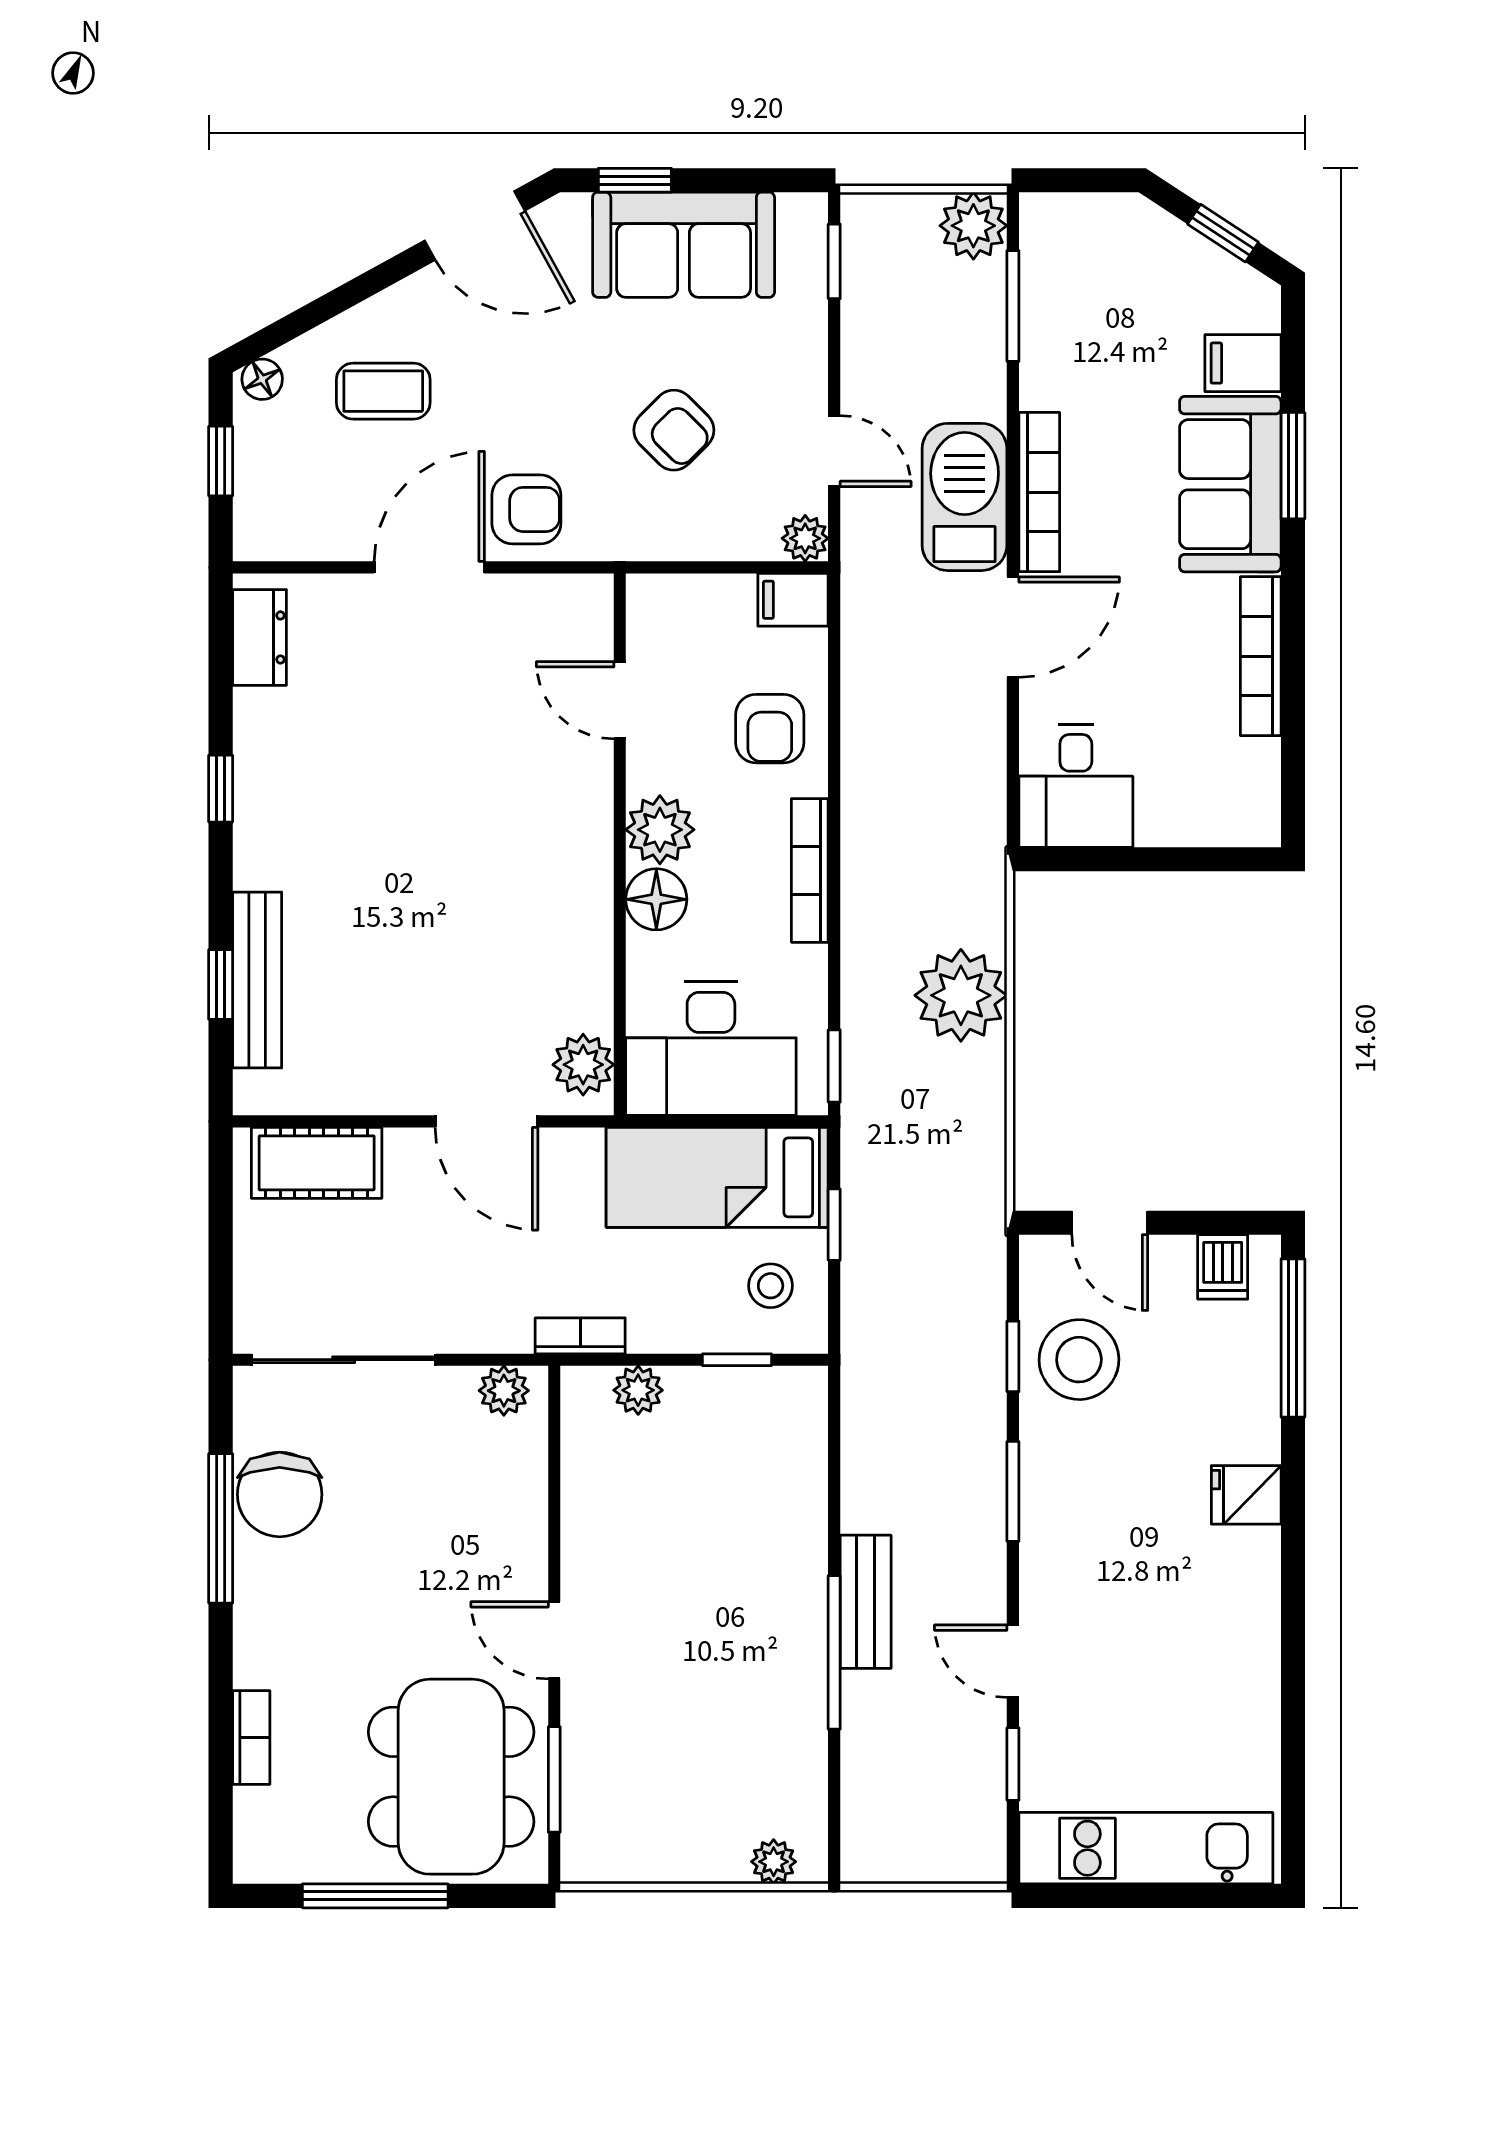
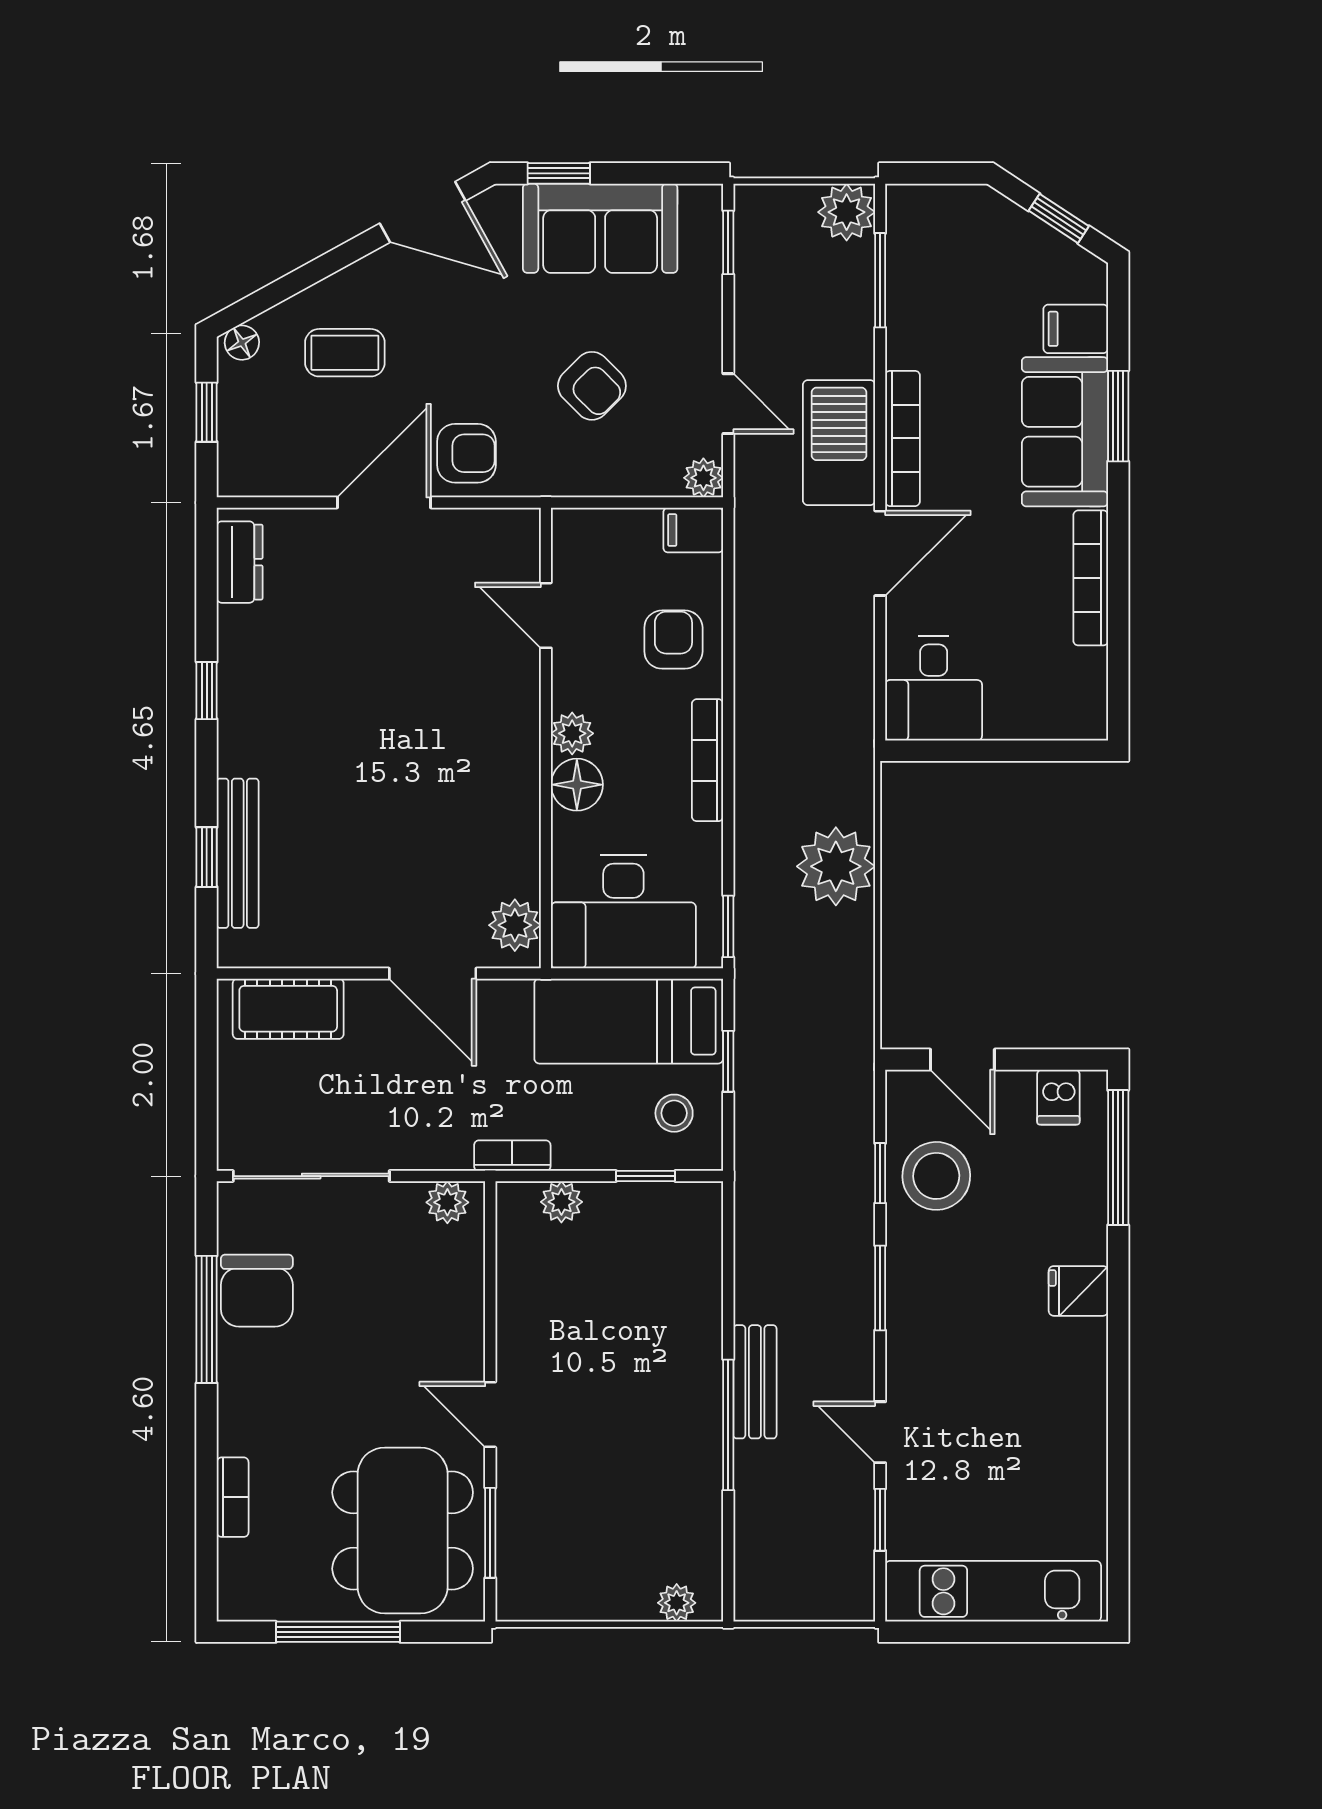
armchair: (770, 729) -> (673, 640), turned 180
plant: (660, 830) -> (572, 733), width x0.73, depth x0.73

